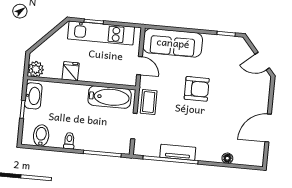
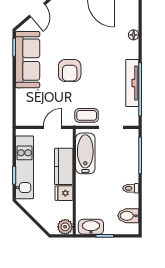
sofa: (173, 43) -> (28, 60), moved
kitchen counter: (98, 73) -> (64, 166), added
armchair: (197, 89) -> (70, 71), turned 180
tv unit: (178, 152) -> (132, 83), width x1.41

